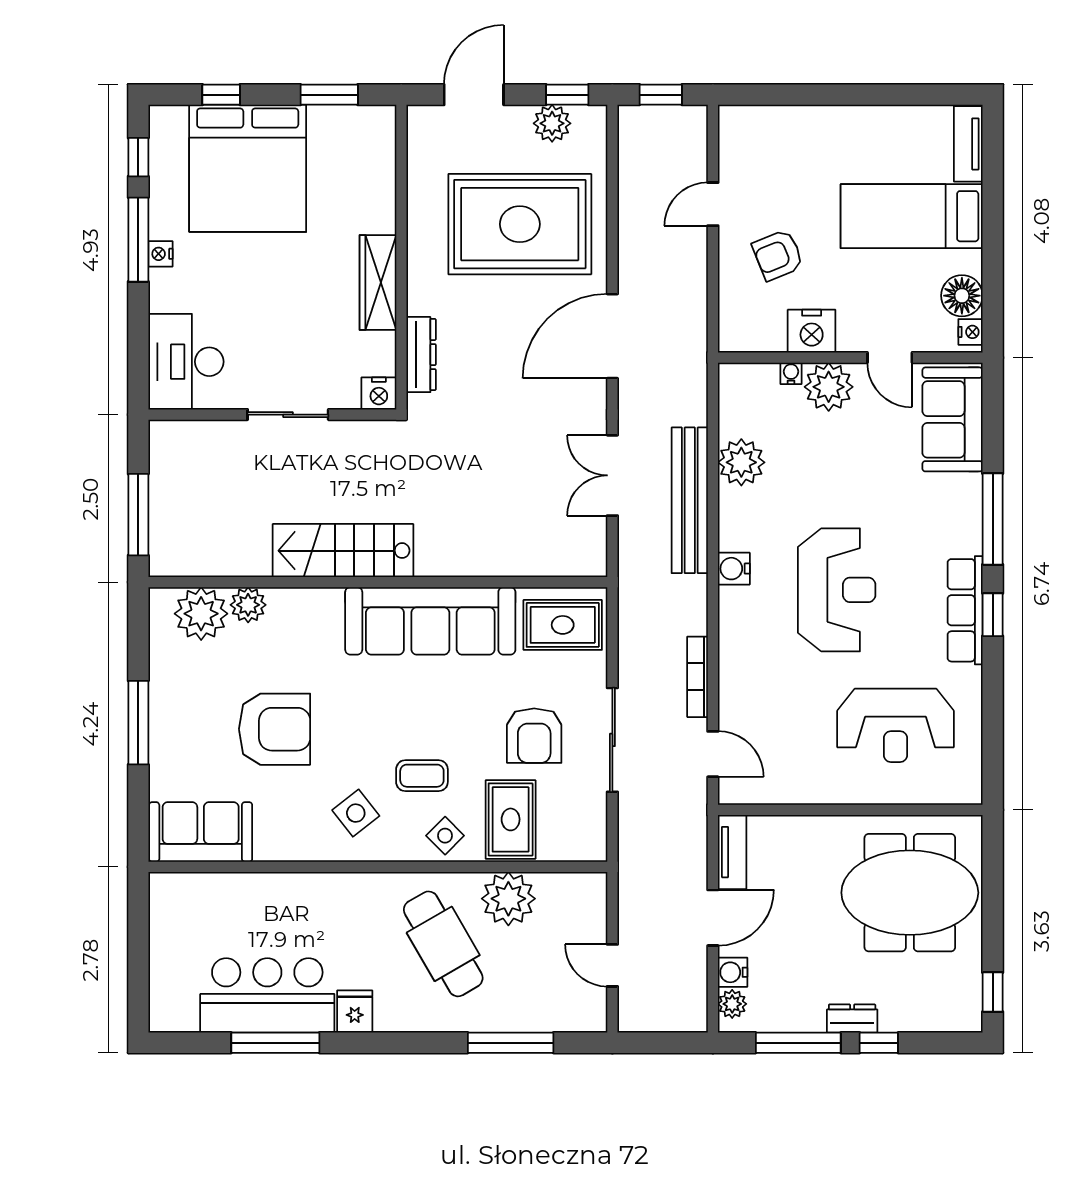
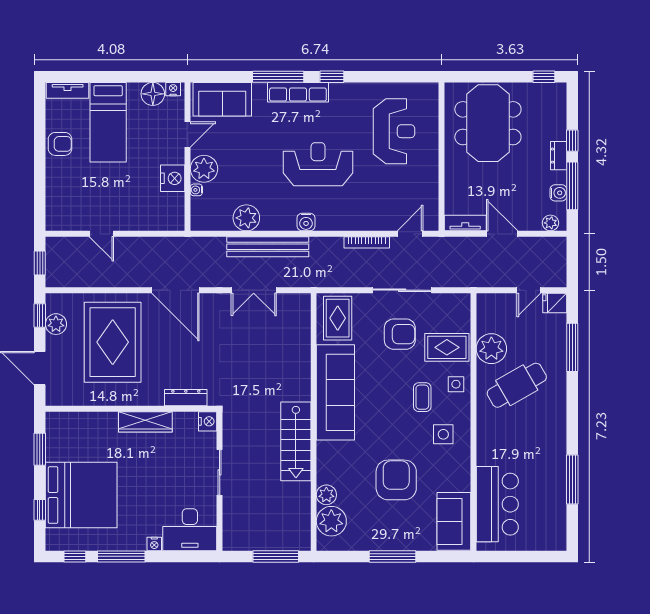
nightstand: (160, 254) -> (154, 544), moved
armchair: (778, 255) -> (60, 144), moved, turned -68
row of seats: (965, 610) -> (298, 92), moved
side table: (356, 813) -> (443, 434), turned 38
side table: (445, 836) -> (456, 384), turned 45
water cooler: (733, 972) -> (558, 193), moved, turned -90
bar counter: (267, 995) -> (497, 504), moved, turned 180
fridge: (355, 1012) -> (555, 303), moved

